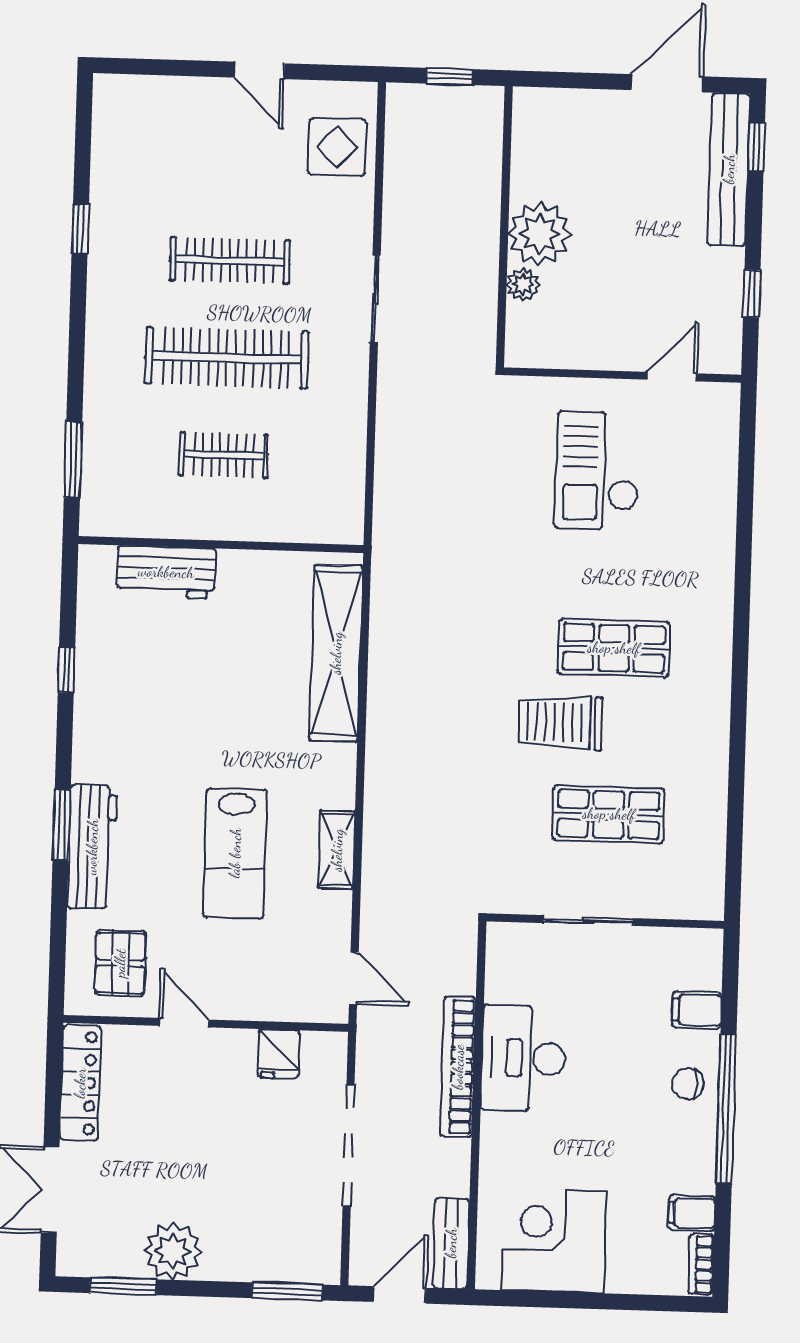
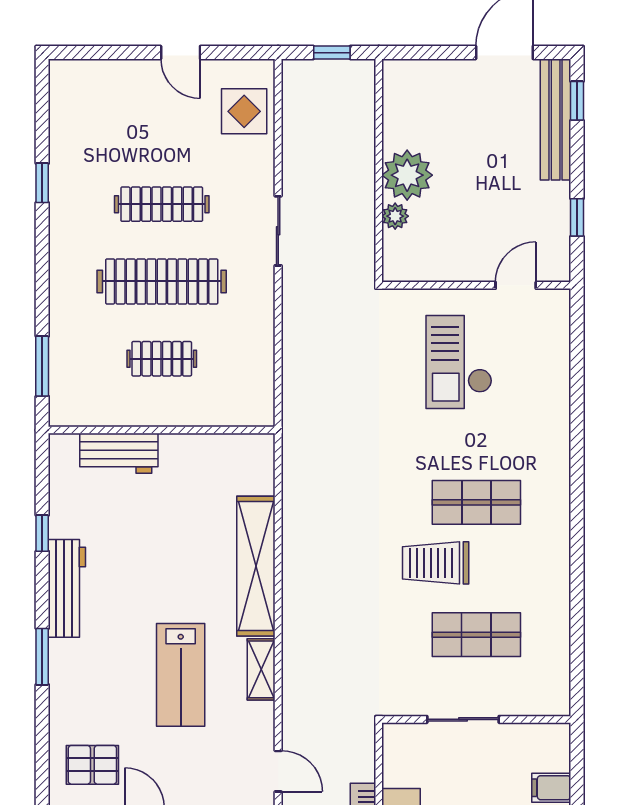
shelving: (336, 653) -> (256, 566), moved
workbench: (92, 847) -> (67, 588), moved
pallet: (120, 963) -> (92, 765), turned 90

